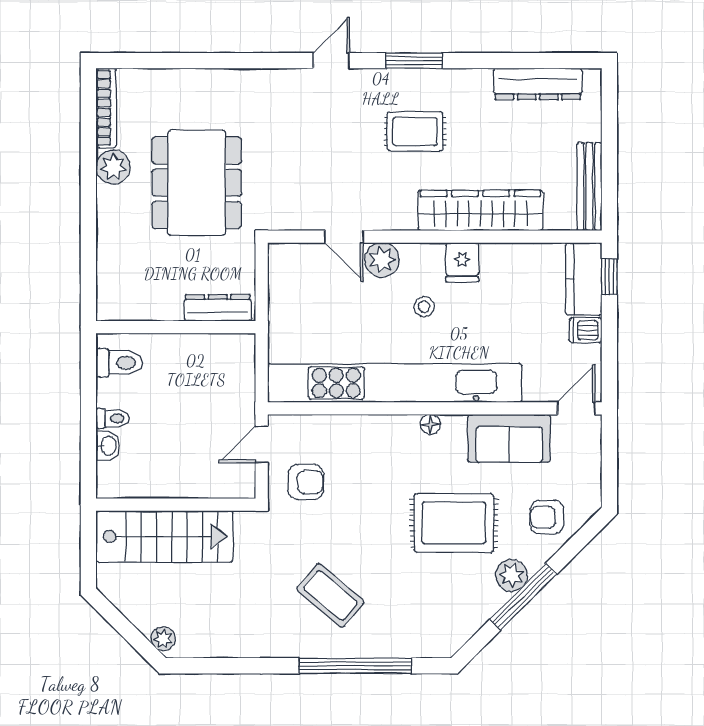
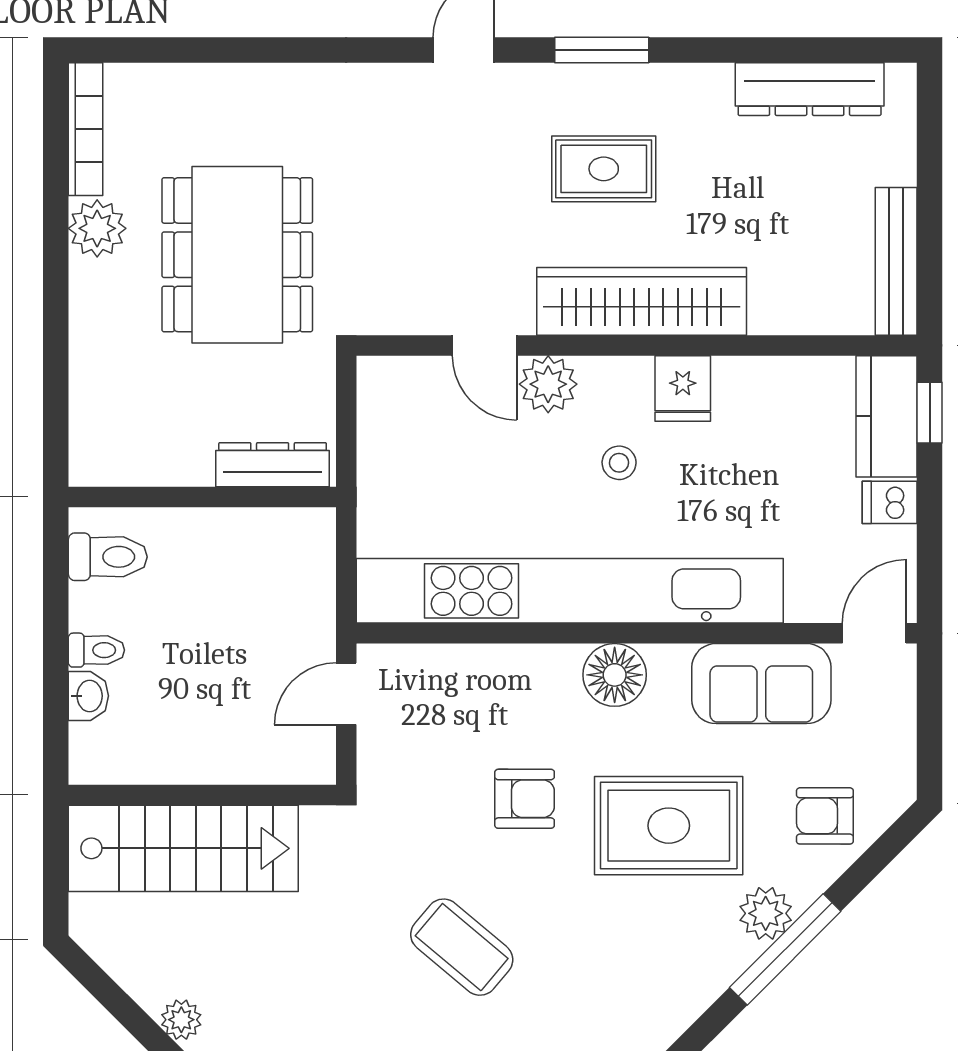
wardrobe: (481, 210) -> (642, 301), moved
floor lamp: (430, 424) -> (615, 675), width x1.89, depth x1.89
armchair: (306, 482) -> (525, 799), moved

